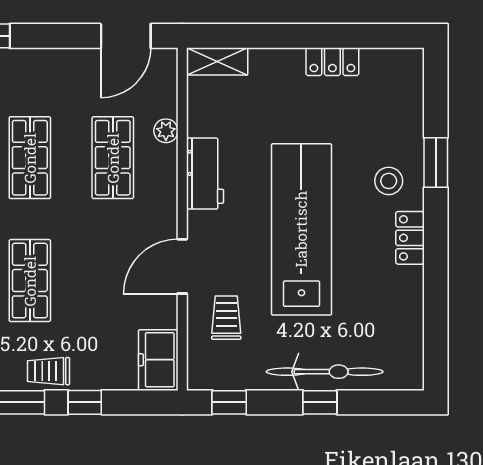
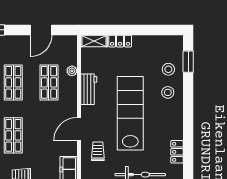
door: (126, 36) -> (41, 30), moved
locker: (332, 62) -> (120, 41), moved
stool: (390, 127) -> (168, 69), added
window: (436, 163) -> (188, 62), moved
locker: (410, 238) -> (177, 152), moved

